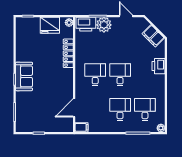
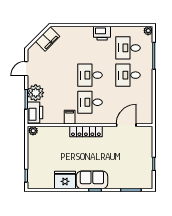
fridge: (50, 25) -> (65, 180), moved, turned -90
locker: (68, 53) -> (86, 132), moved
printer: (159, 66) -> (102, 33), moved
door: (74, 108) -> (126, 125), swing flipped
filing cabinet: (82, 127) -> (70, 117), moved

